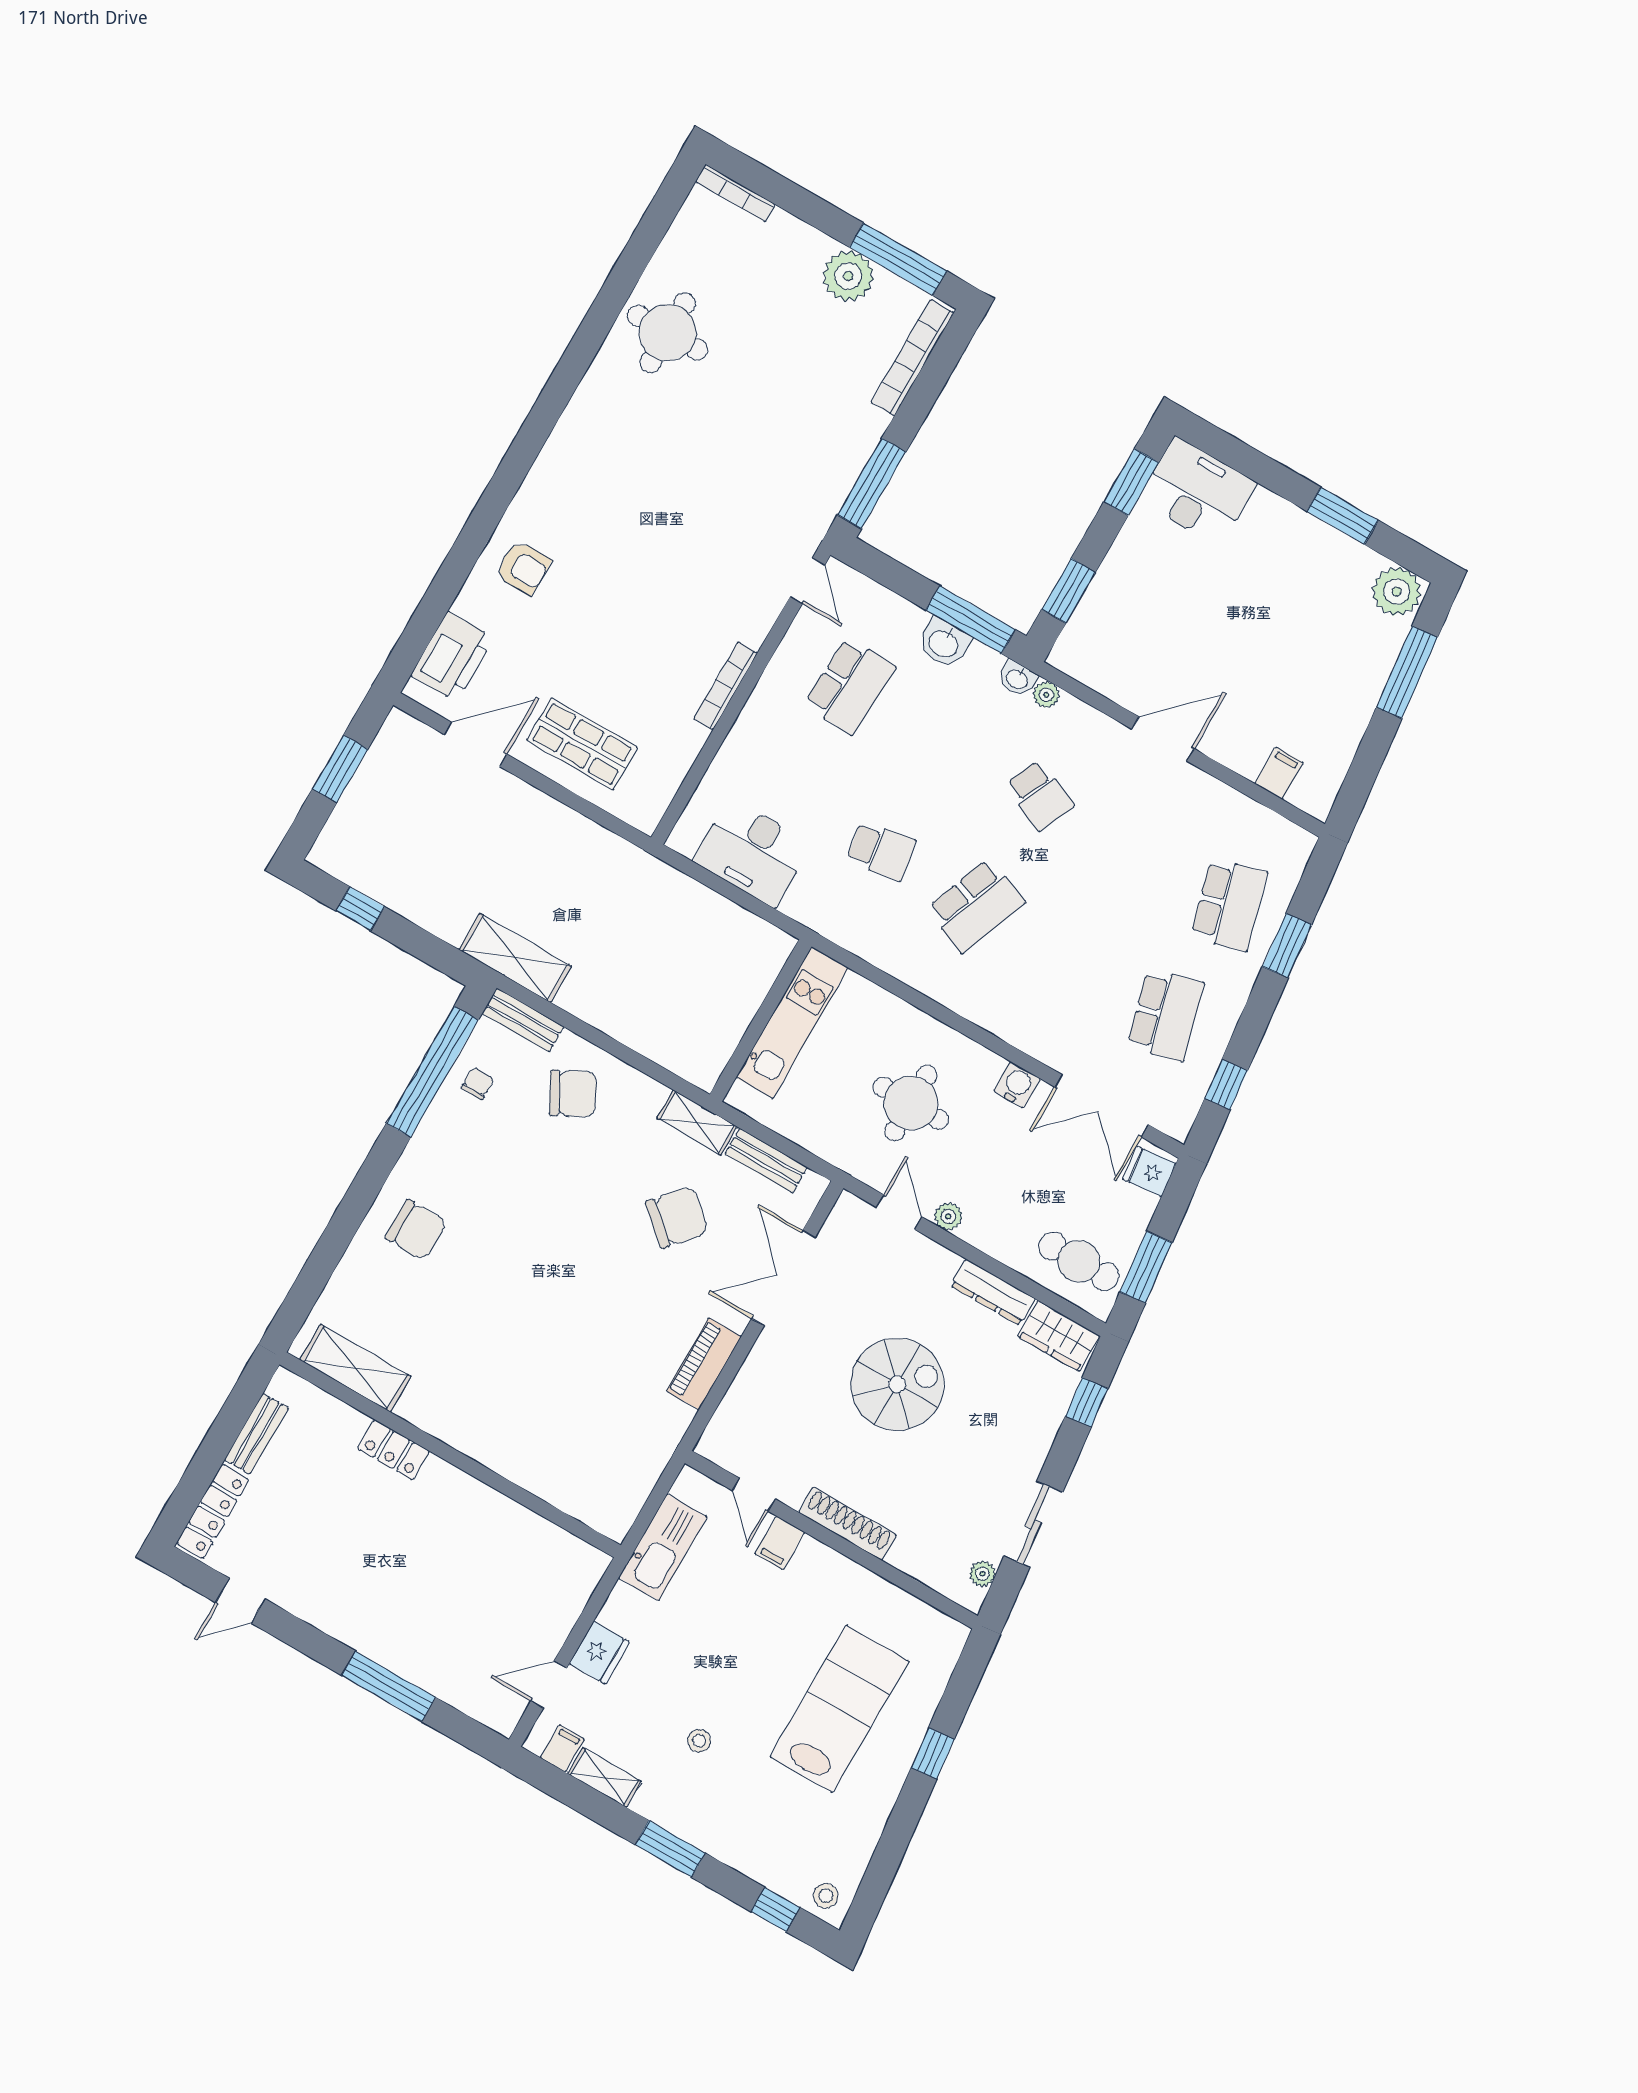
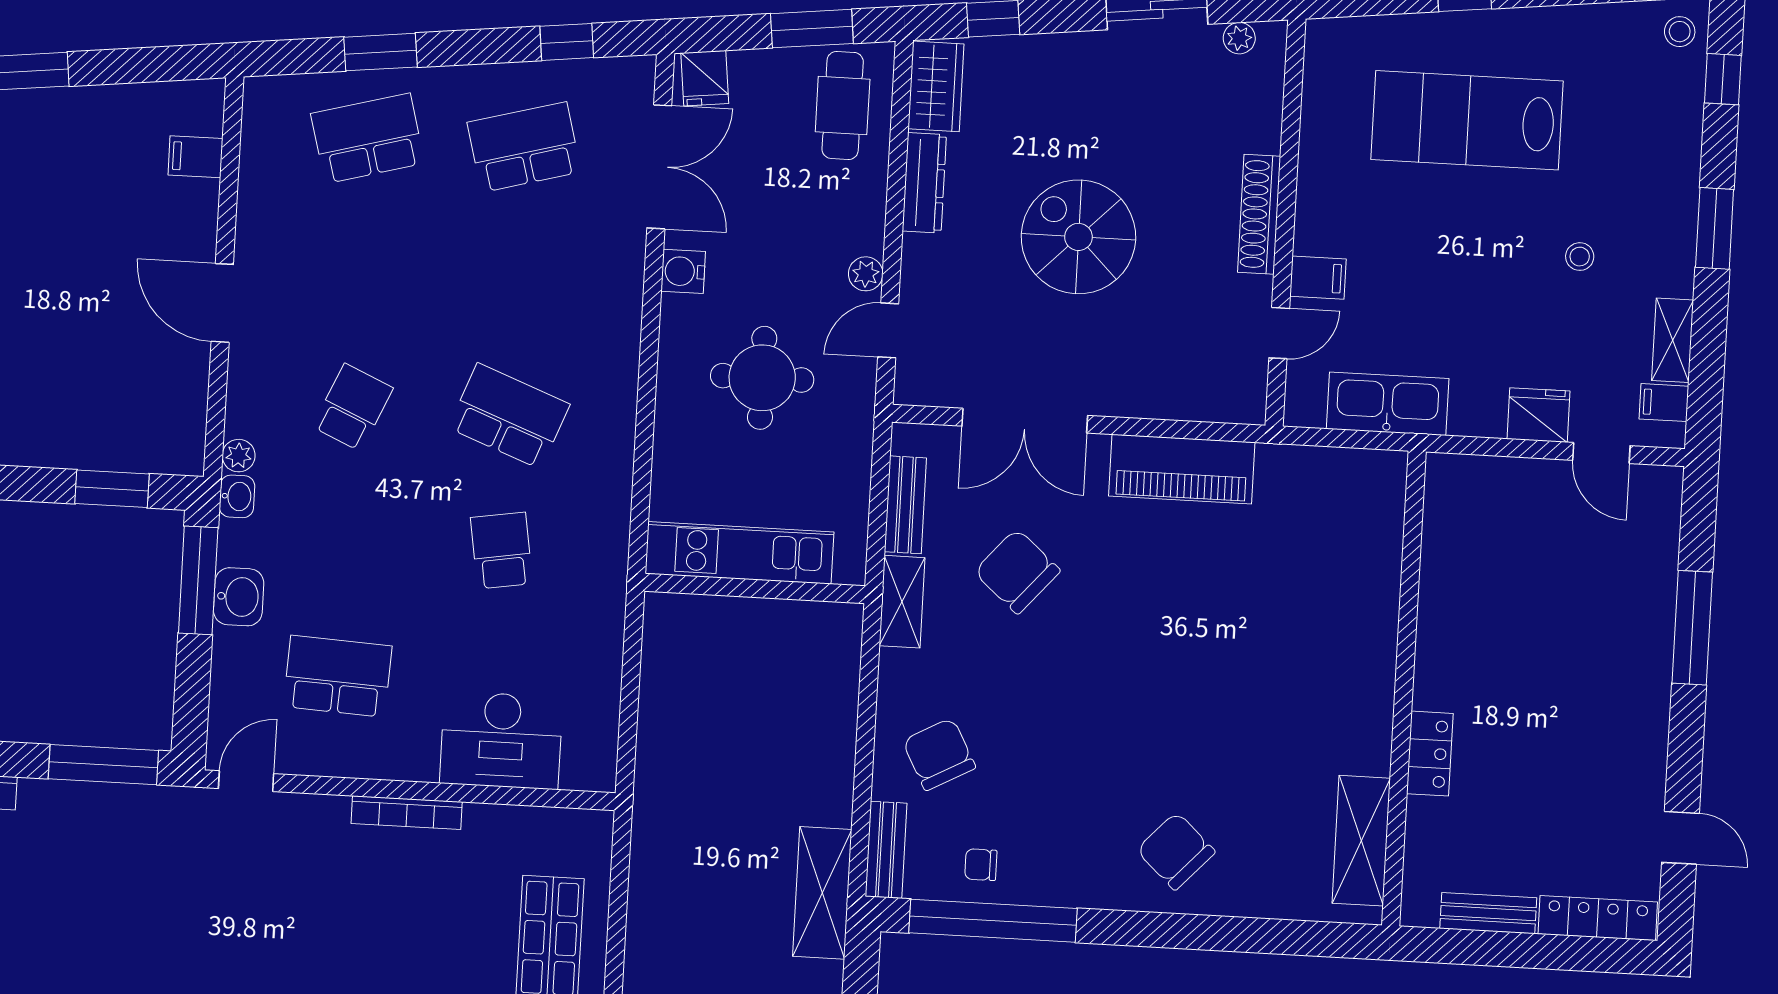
desk: (752, 852) -> (501, 740), moved, turned 90
chair: (416, 1230) -> (1176, 851), turned -47
piano: (704, 1364) -> (1182, 469), width x1.37, depth x1.33

